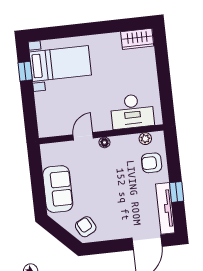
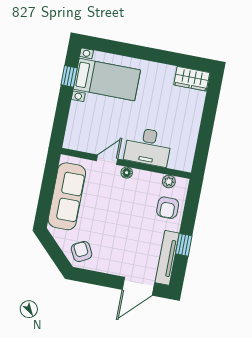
desk: (132, 111) -> (148, 147), moved
armchair: (152, 163) -> (168, 208), turned -90
sofa: (58, 189) -> (67, 196), width x1.36

